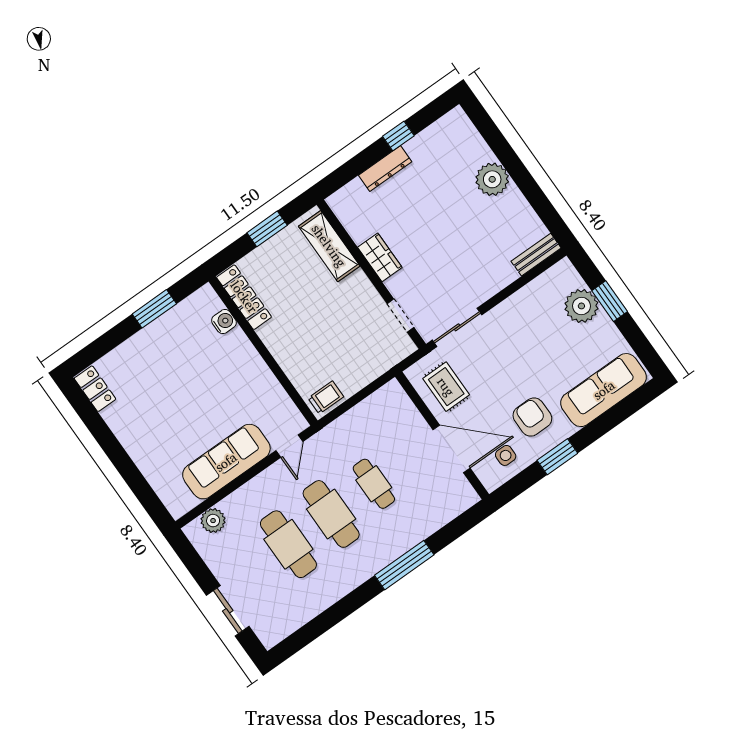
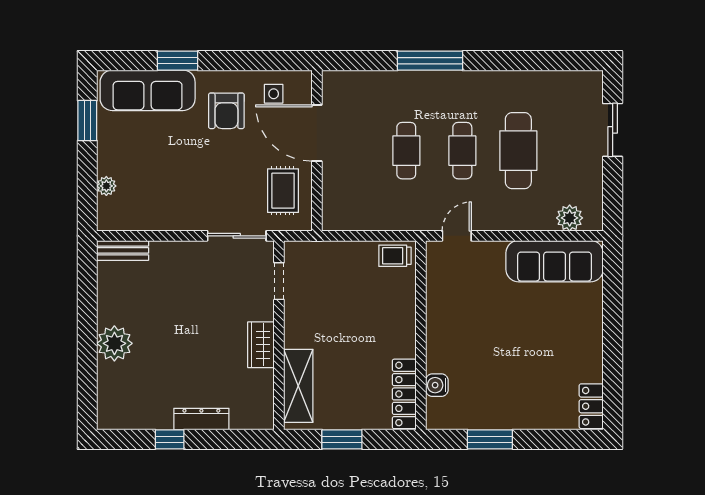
window: (610, 301) -> (87, 121), moved
plant: (581, 306) -> (106, 186), width x0.53, depth x0.53
window: (557, 457) -> (177, 61), moved
sofa: (226, 462) -> (555, 261), moved
cafe table: (331, 514) -> (462, 151), width x0.73, depth x0.74

